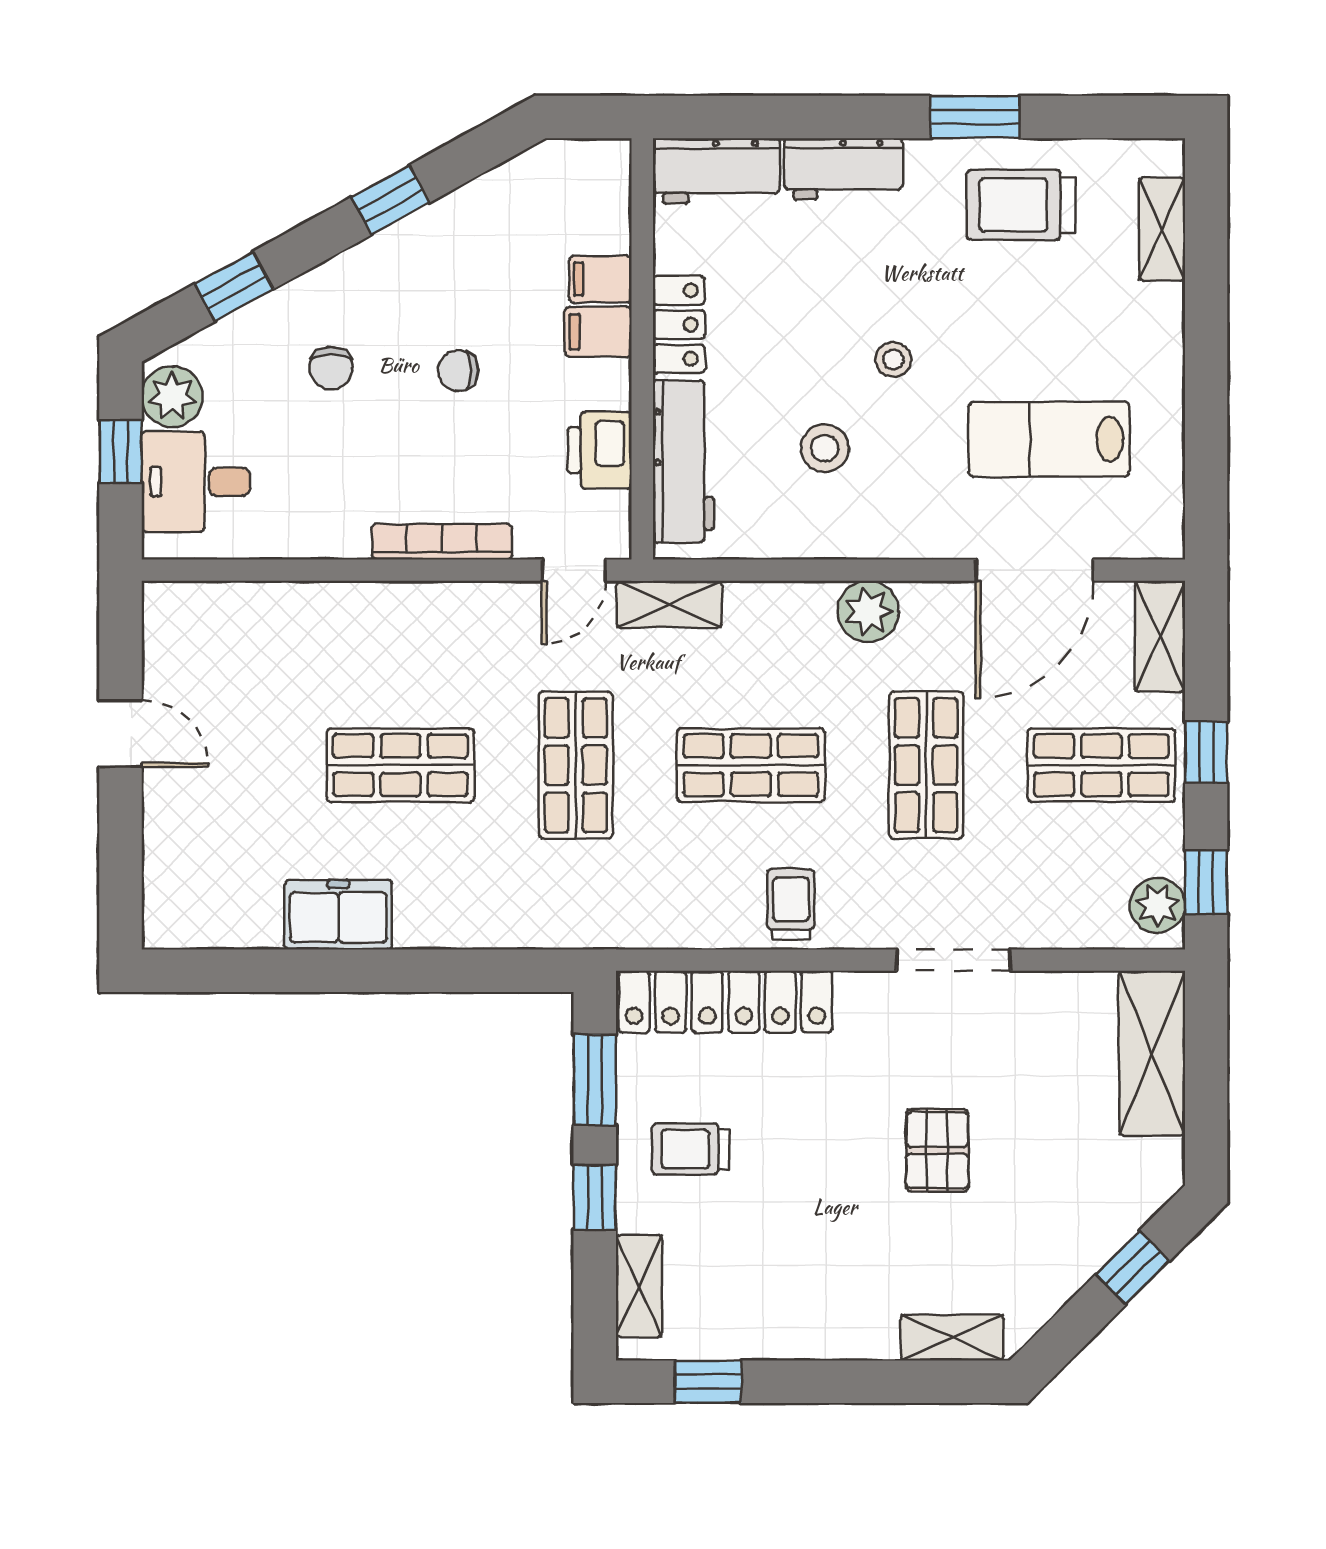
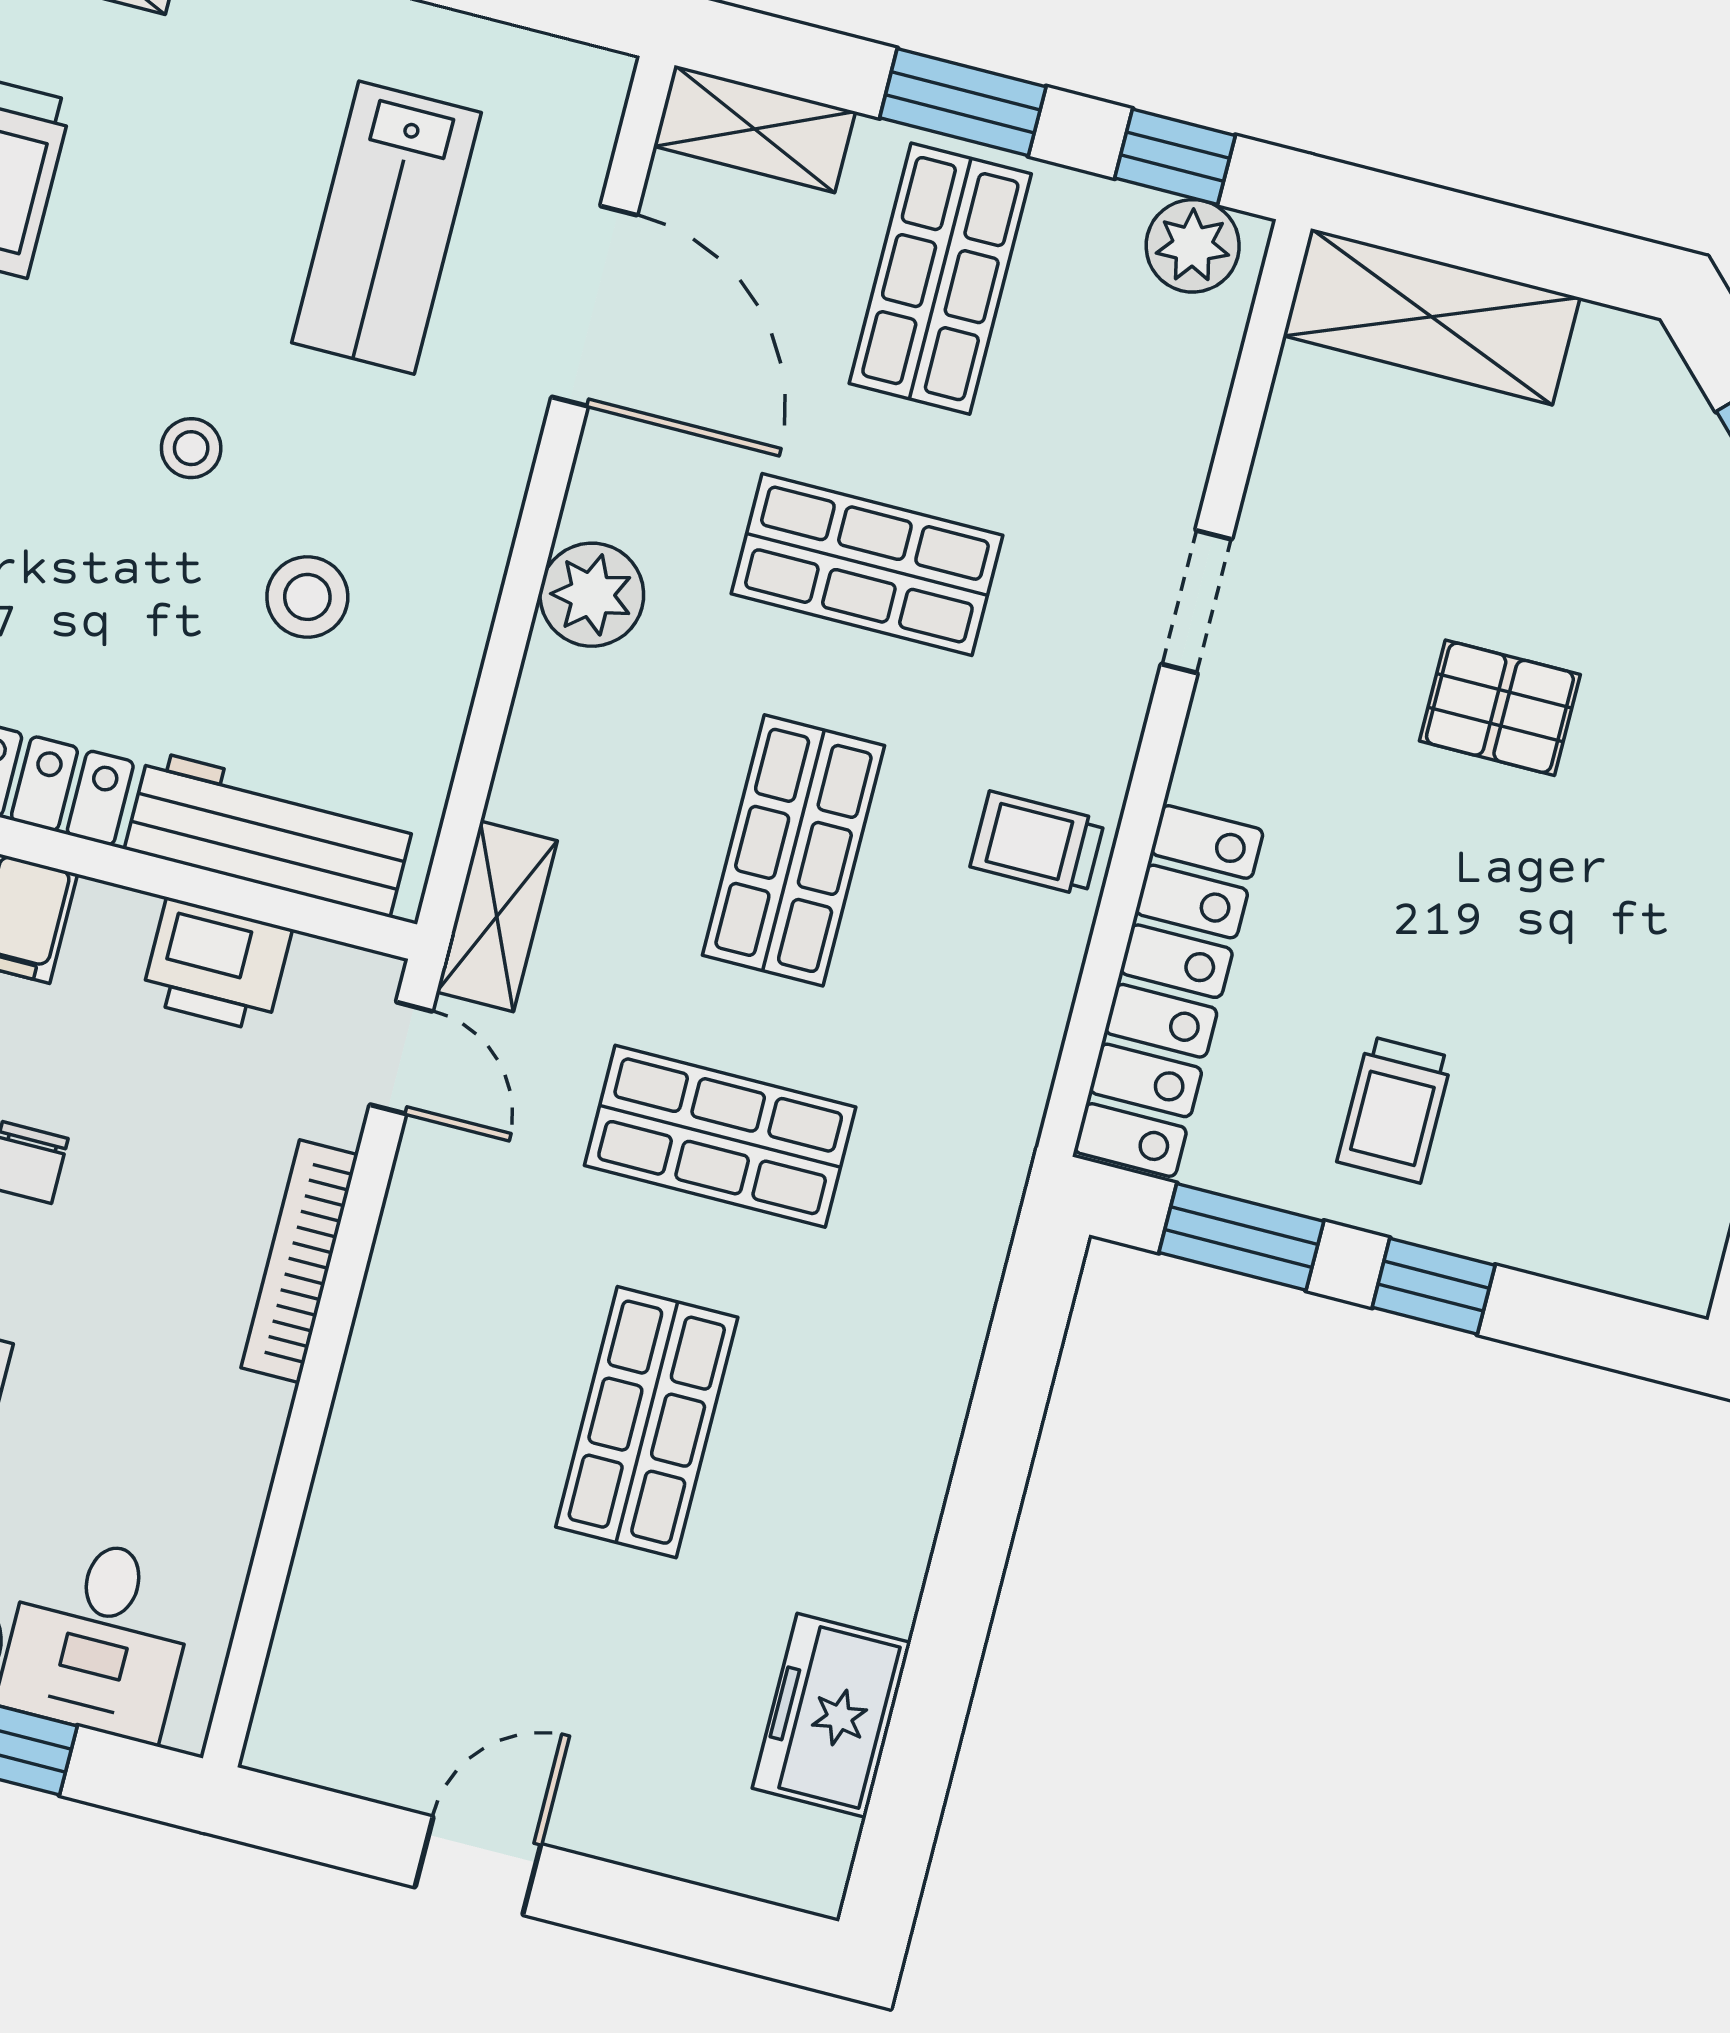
window: (1206, 752) -> (963, 102), width x1.50
freezer: (338, 915) -> (832, 1715), moved
doorway: (953, 960) -> (1197, 602), width x0.73
shelving: (639, 1286) -> (1596, 1251), removed

